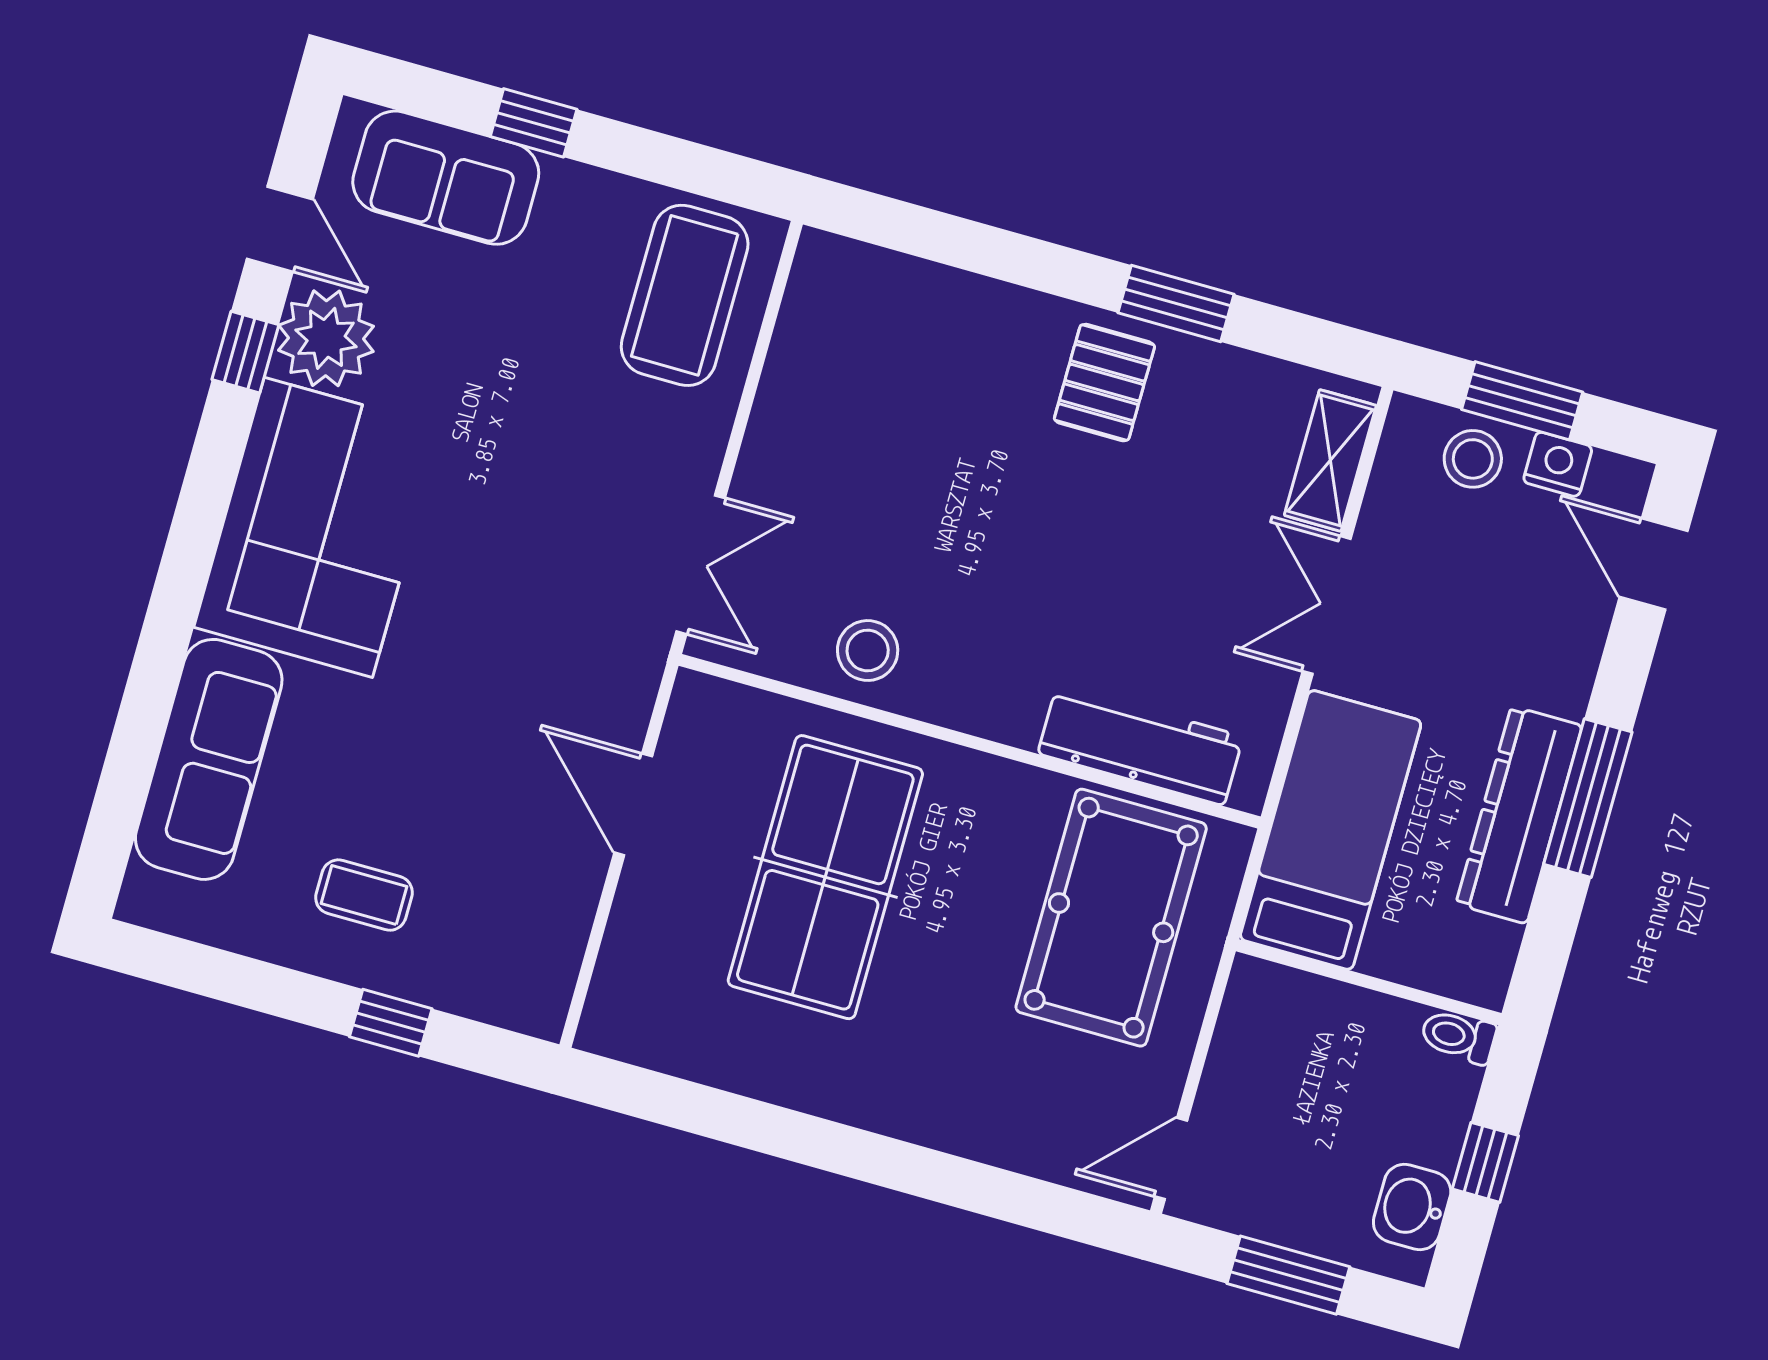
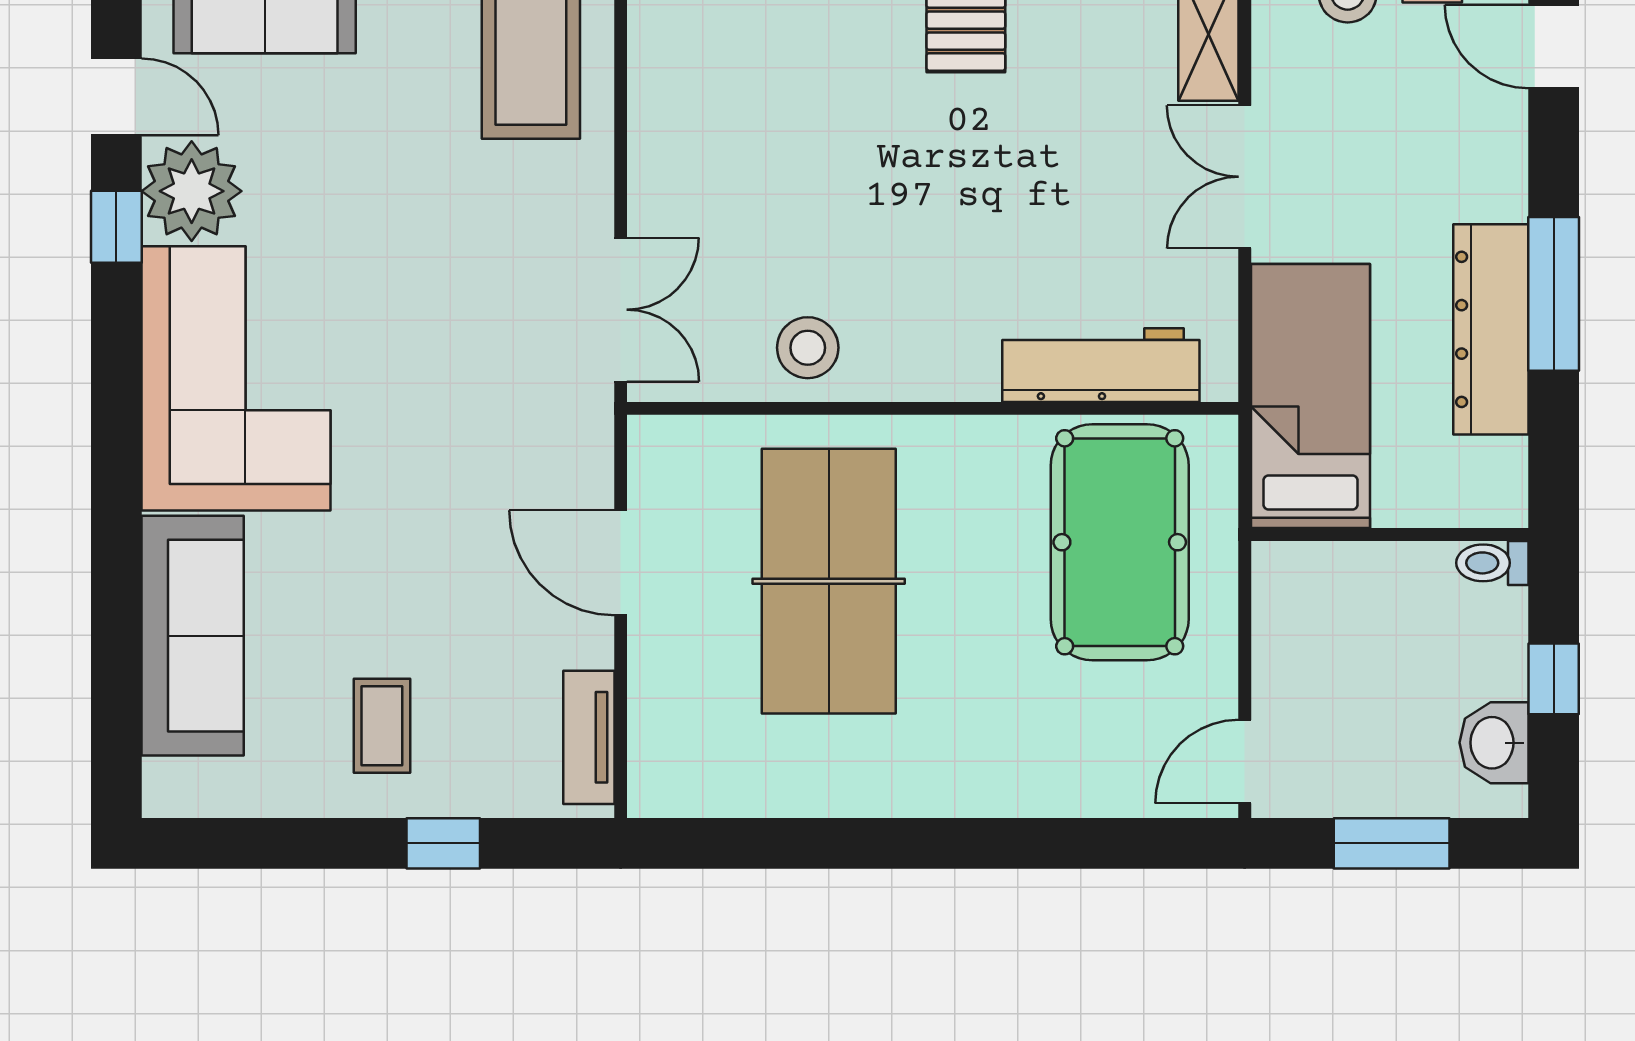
coffee table: (364, 895) -> (382, 726), turned 90
tv unit: (557, 961) -> (589, 737), added

